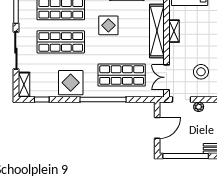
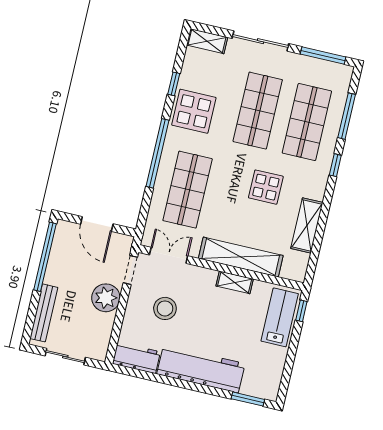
window: (42, 100) -> (174, 84), moved
plant: (199, 107) -> (106, 298), width x1.87, depth x1.87

